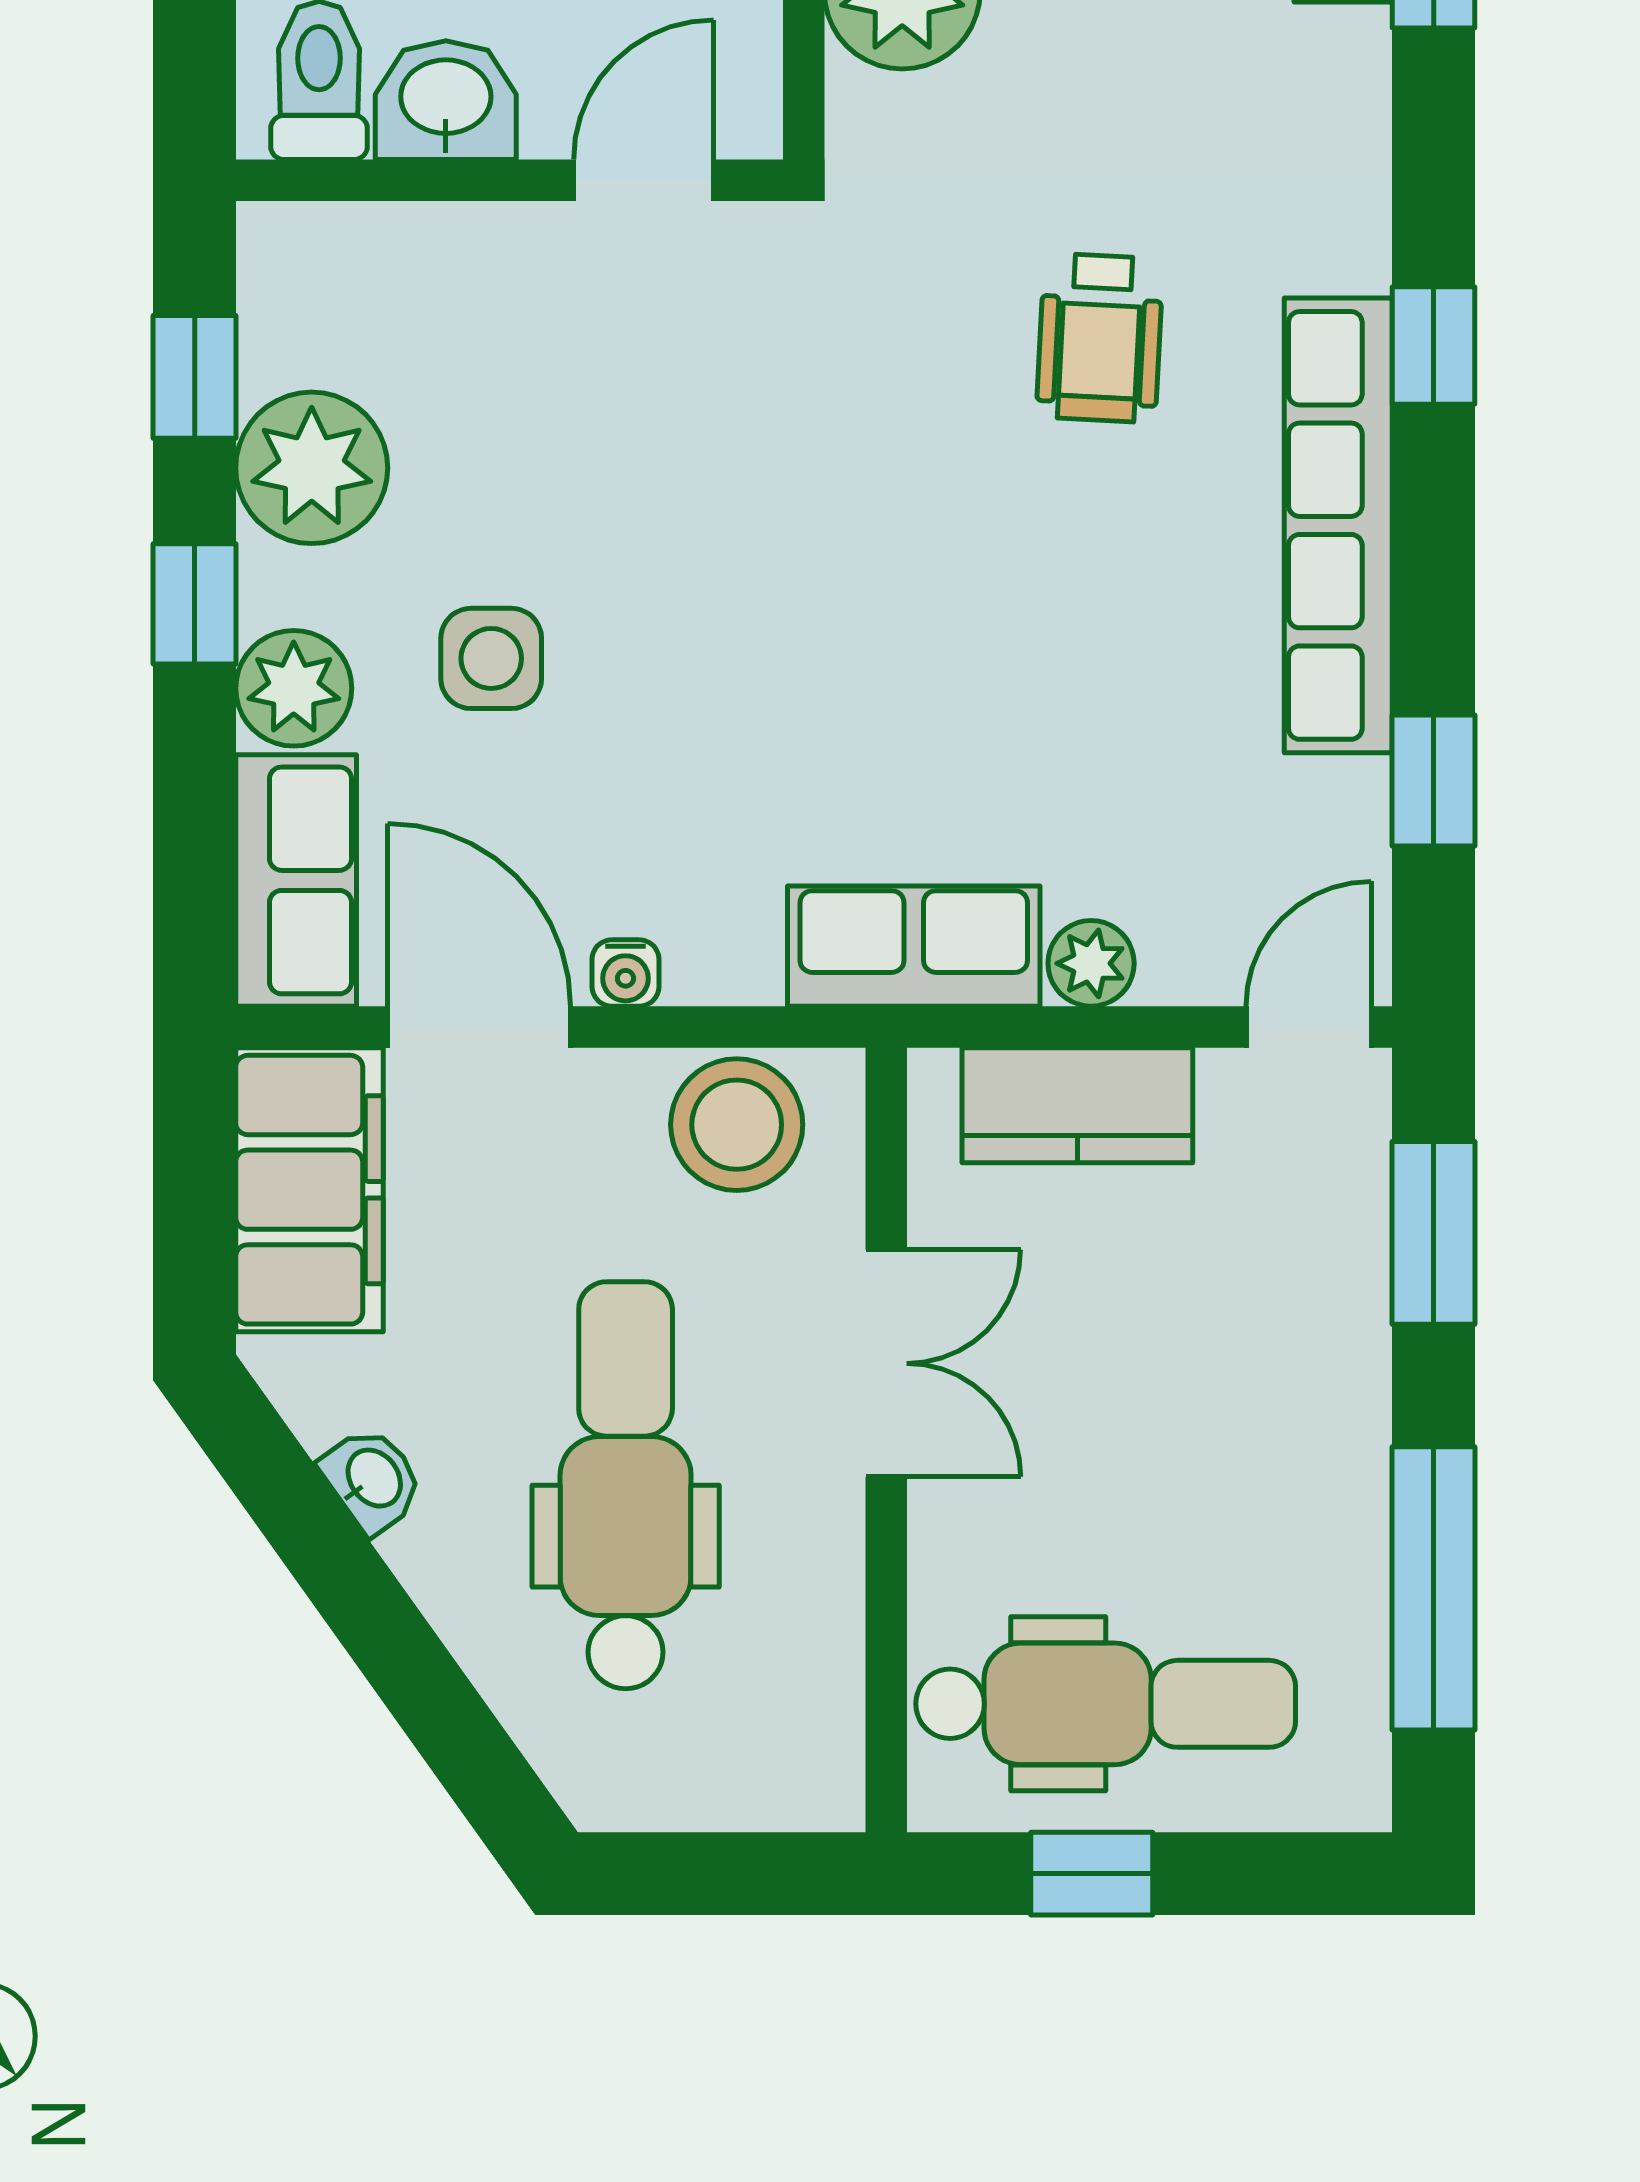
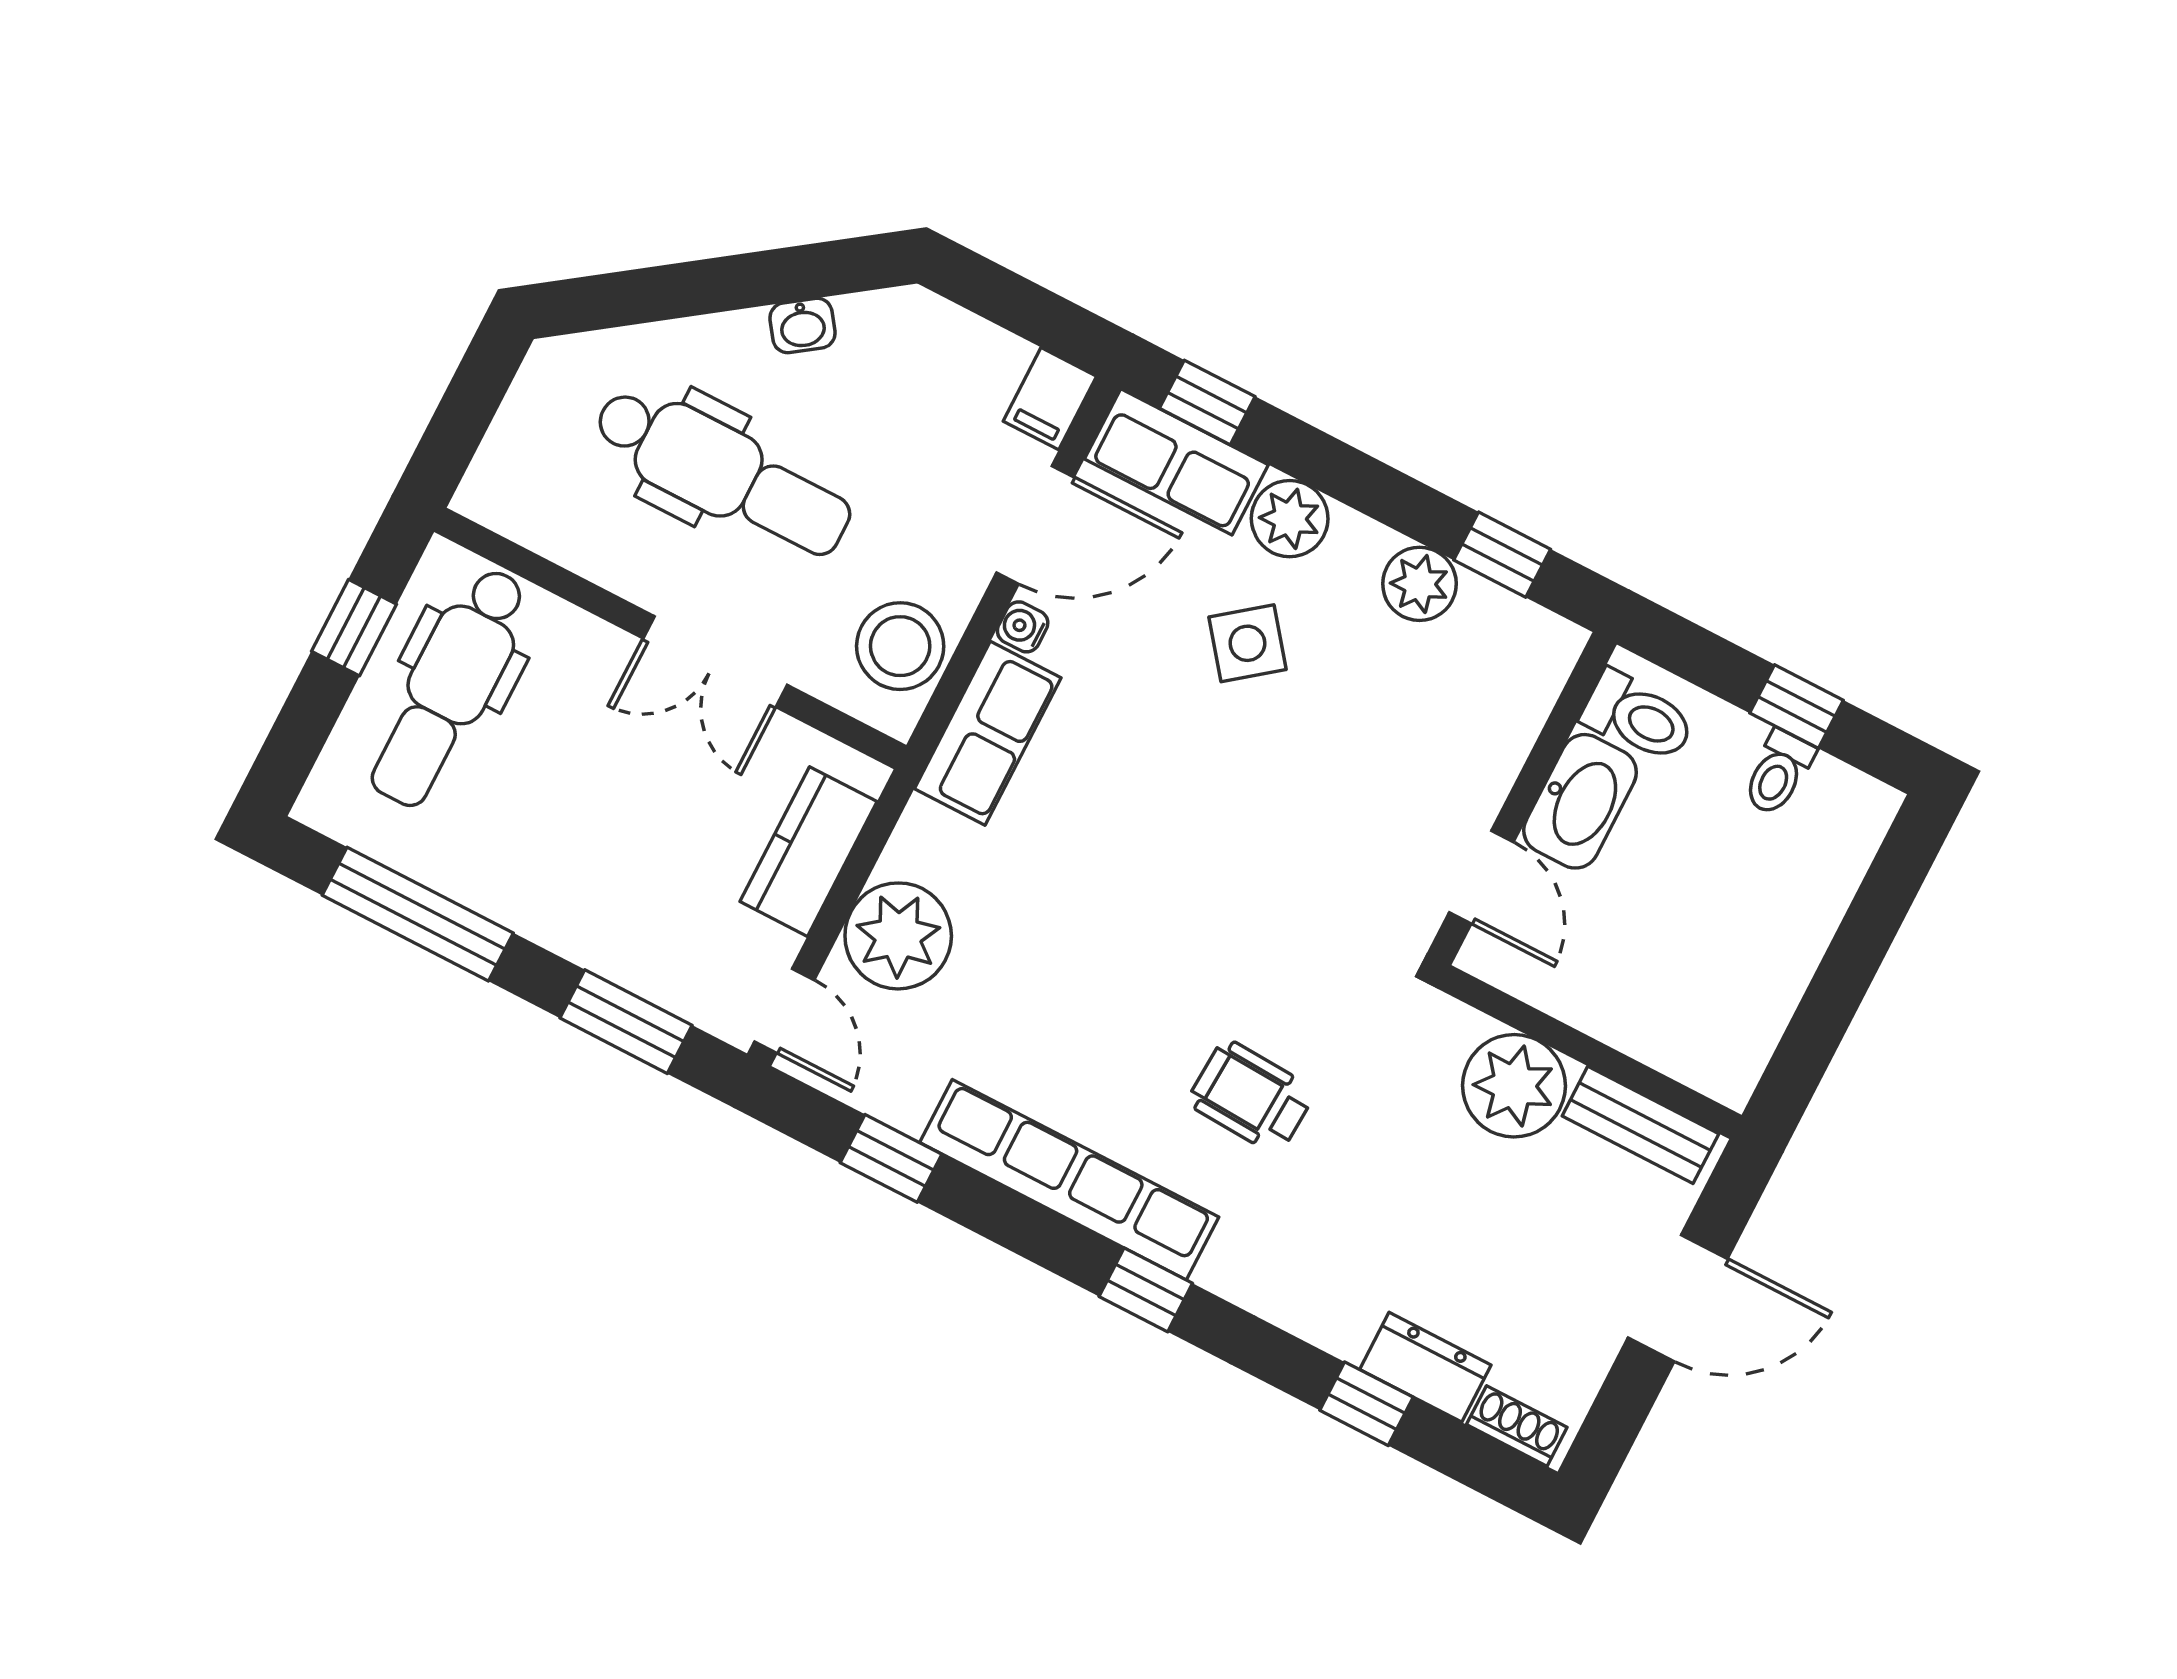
washbasin: (446, 100) -> (1580, 801), width x1.38
plant: (312, 468) -> (1420, 584), width x0.73, depth x0.73
window: (195, 604) -> (1207, 402), moved
side table: (491, 658) -> (1247, 643), turned -38
row of seats: (914, 946) -> (988, 733), moved
plant: (1091, 963) -> (898, 936), width x1.88, depth x1.88
filing cabinet: (309, 1190) -> (1050, 399), width x0.33, depth x0.86

